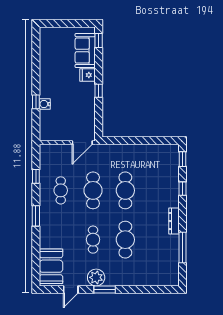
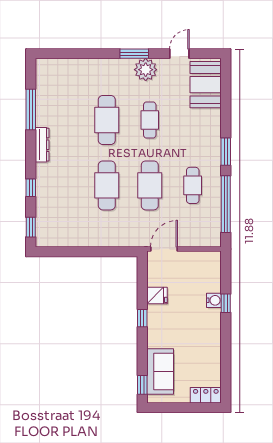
locker: (51, 33) -> (206, 395), added
fridge: (88, 75) -> (157, 296), moved
window: (36, 176) -> (226, 204), width x3.17

